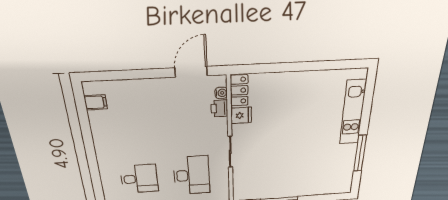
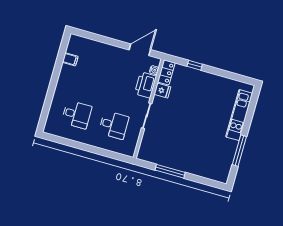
window: (277, 68) -> (195, 65), added
filing cabinet: (96, 102) -> (70, 59), moved
printer: (219, 108) -> (145, 85), width x1.87, depth x1.48
desk: (192, 175) -> (114, 125), width x0.73

